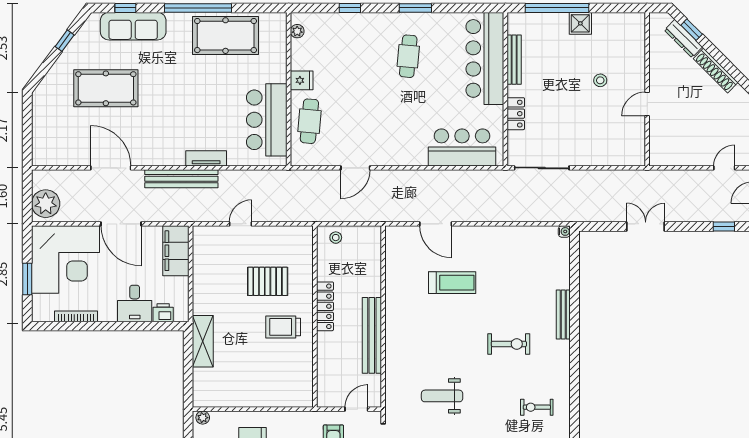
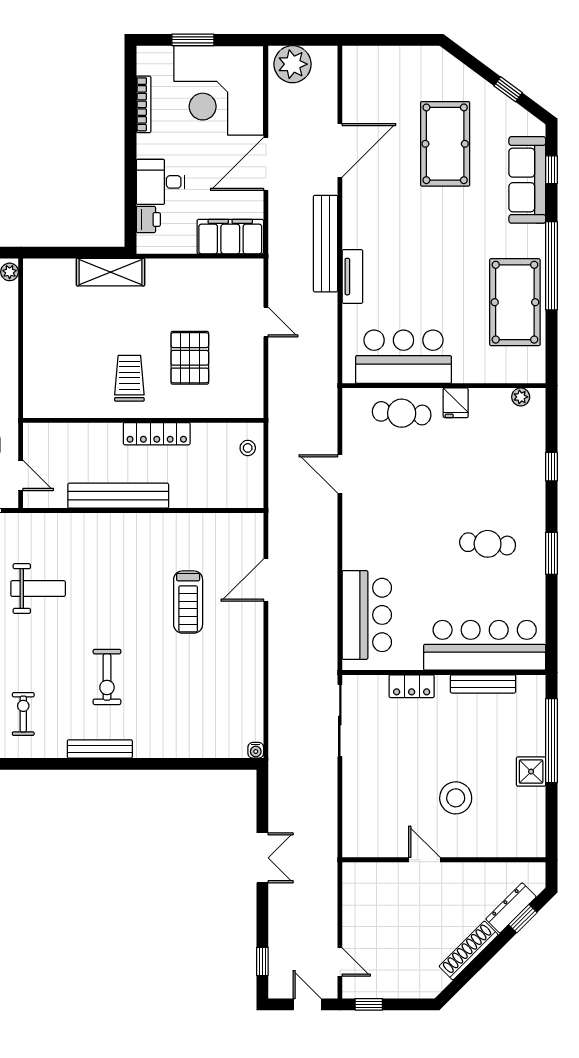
stool: (600, 80) -> (456, 798), width x1.89, depth x1.89
bench: (563, 315) -> (100, 749), moved
weight bench: (442, 396) -> (38, 589), turned 90

